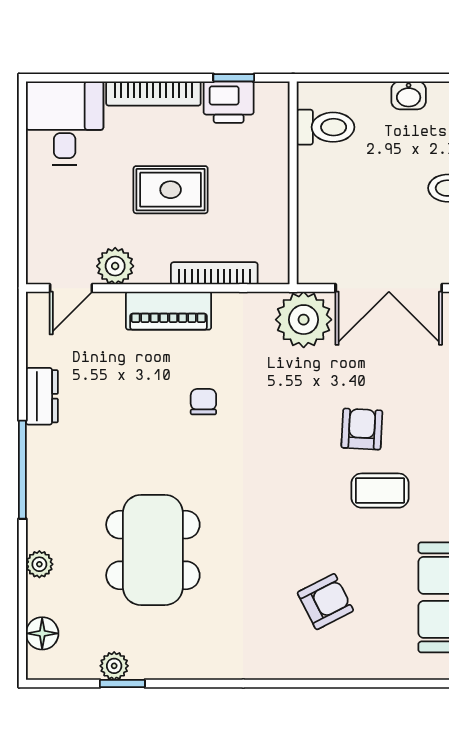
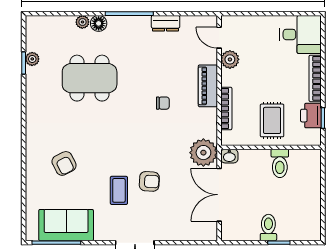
washbasin: (409, 95) -> (229, 156), moved, turned -90
toilet: (325, 127) -> (280, 163), moved
rug: (171, 190) -> (272, 120), moved
floor lamp: (42, 633) -> (99, 23), moved

